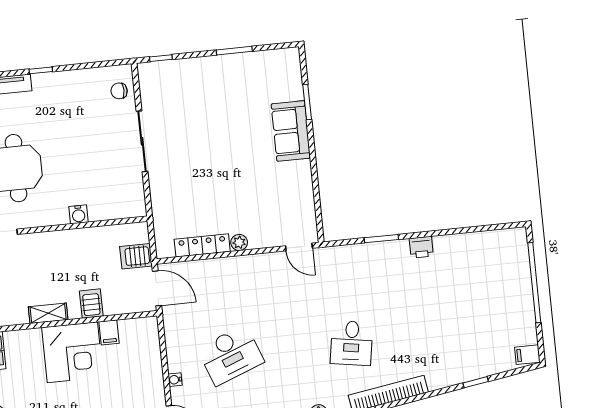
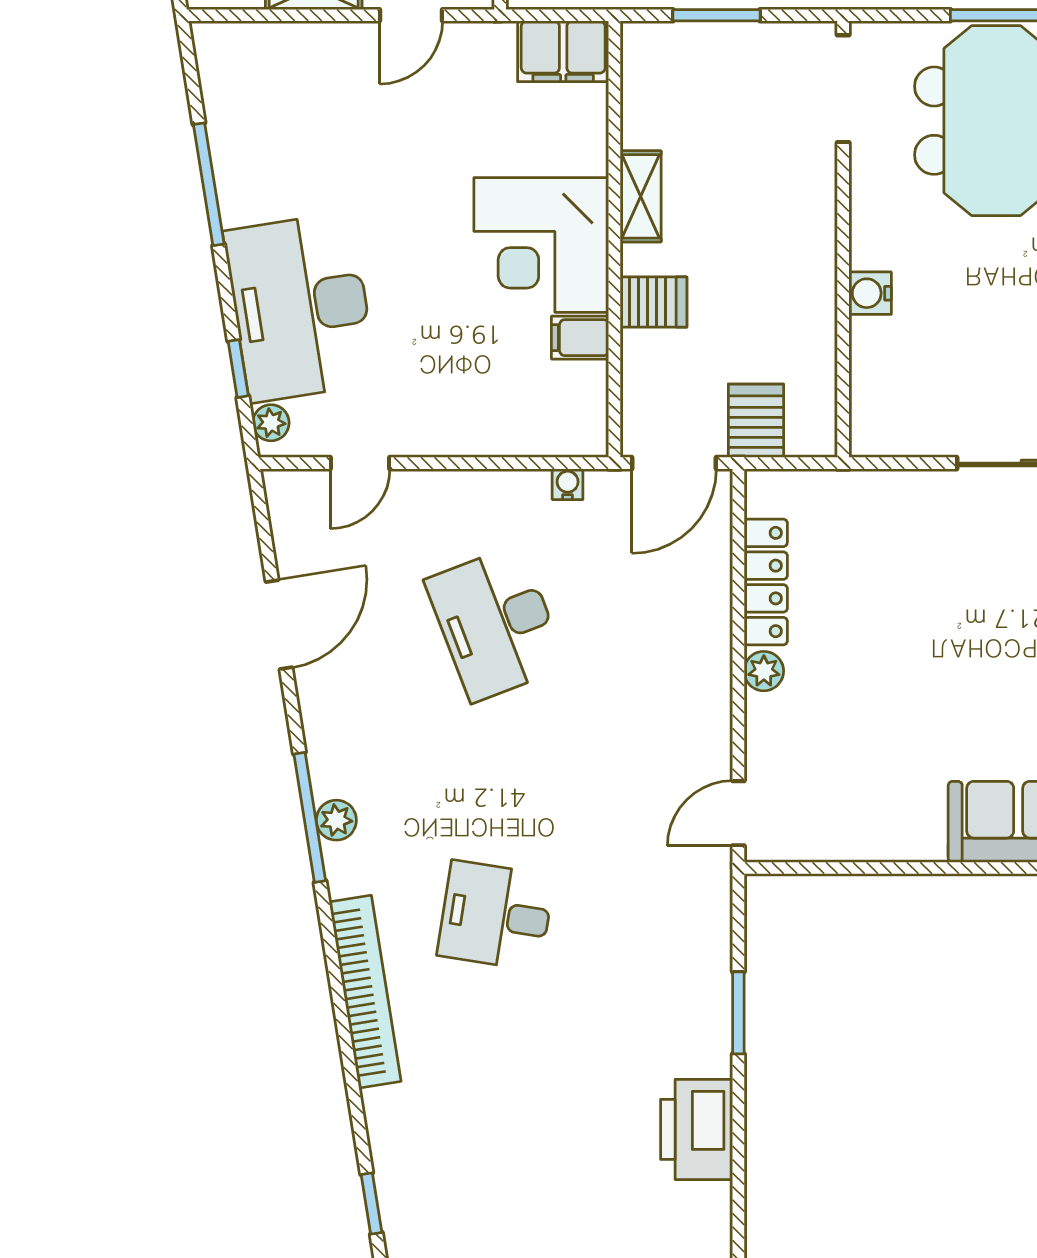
printer: (421, 247) -> (697, 1129), width x1.87, depth x1.48
water cooler: (175, 380) -> (568, 484), moved

